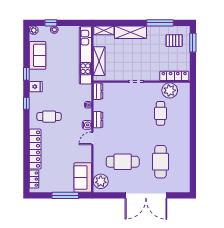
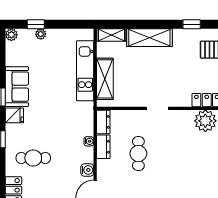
window: (160, 23) -> (192, 24), width x0.46
sofa: (38, 55) -> (17, 87), moved
kitchen unit: (85, 55) -> (85, 71), width x0.73
cafe table: (161, 113) -> (138, 153), moved
dresser: (98, 120) -> (103, 147), moved

